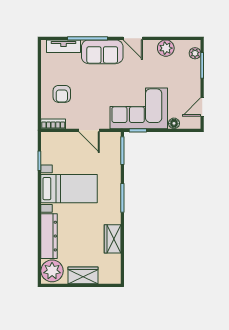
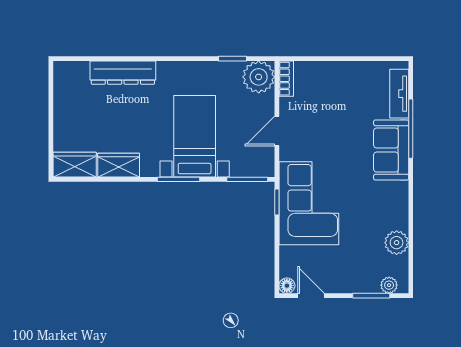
door: (133, 38) -> (411, 195), removed
armchair: (62, 94) -> (330, 91), removed
floor lamp: (174, 123) -> (287, 286), moved
bed with nightstands: (69, 189) -> (195, 136), moved, turned 180
plant: (52, 271) -> (259, 77), moved
wardrobe: (83, 275) -> (75, 165), moved, turned -90

